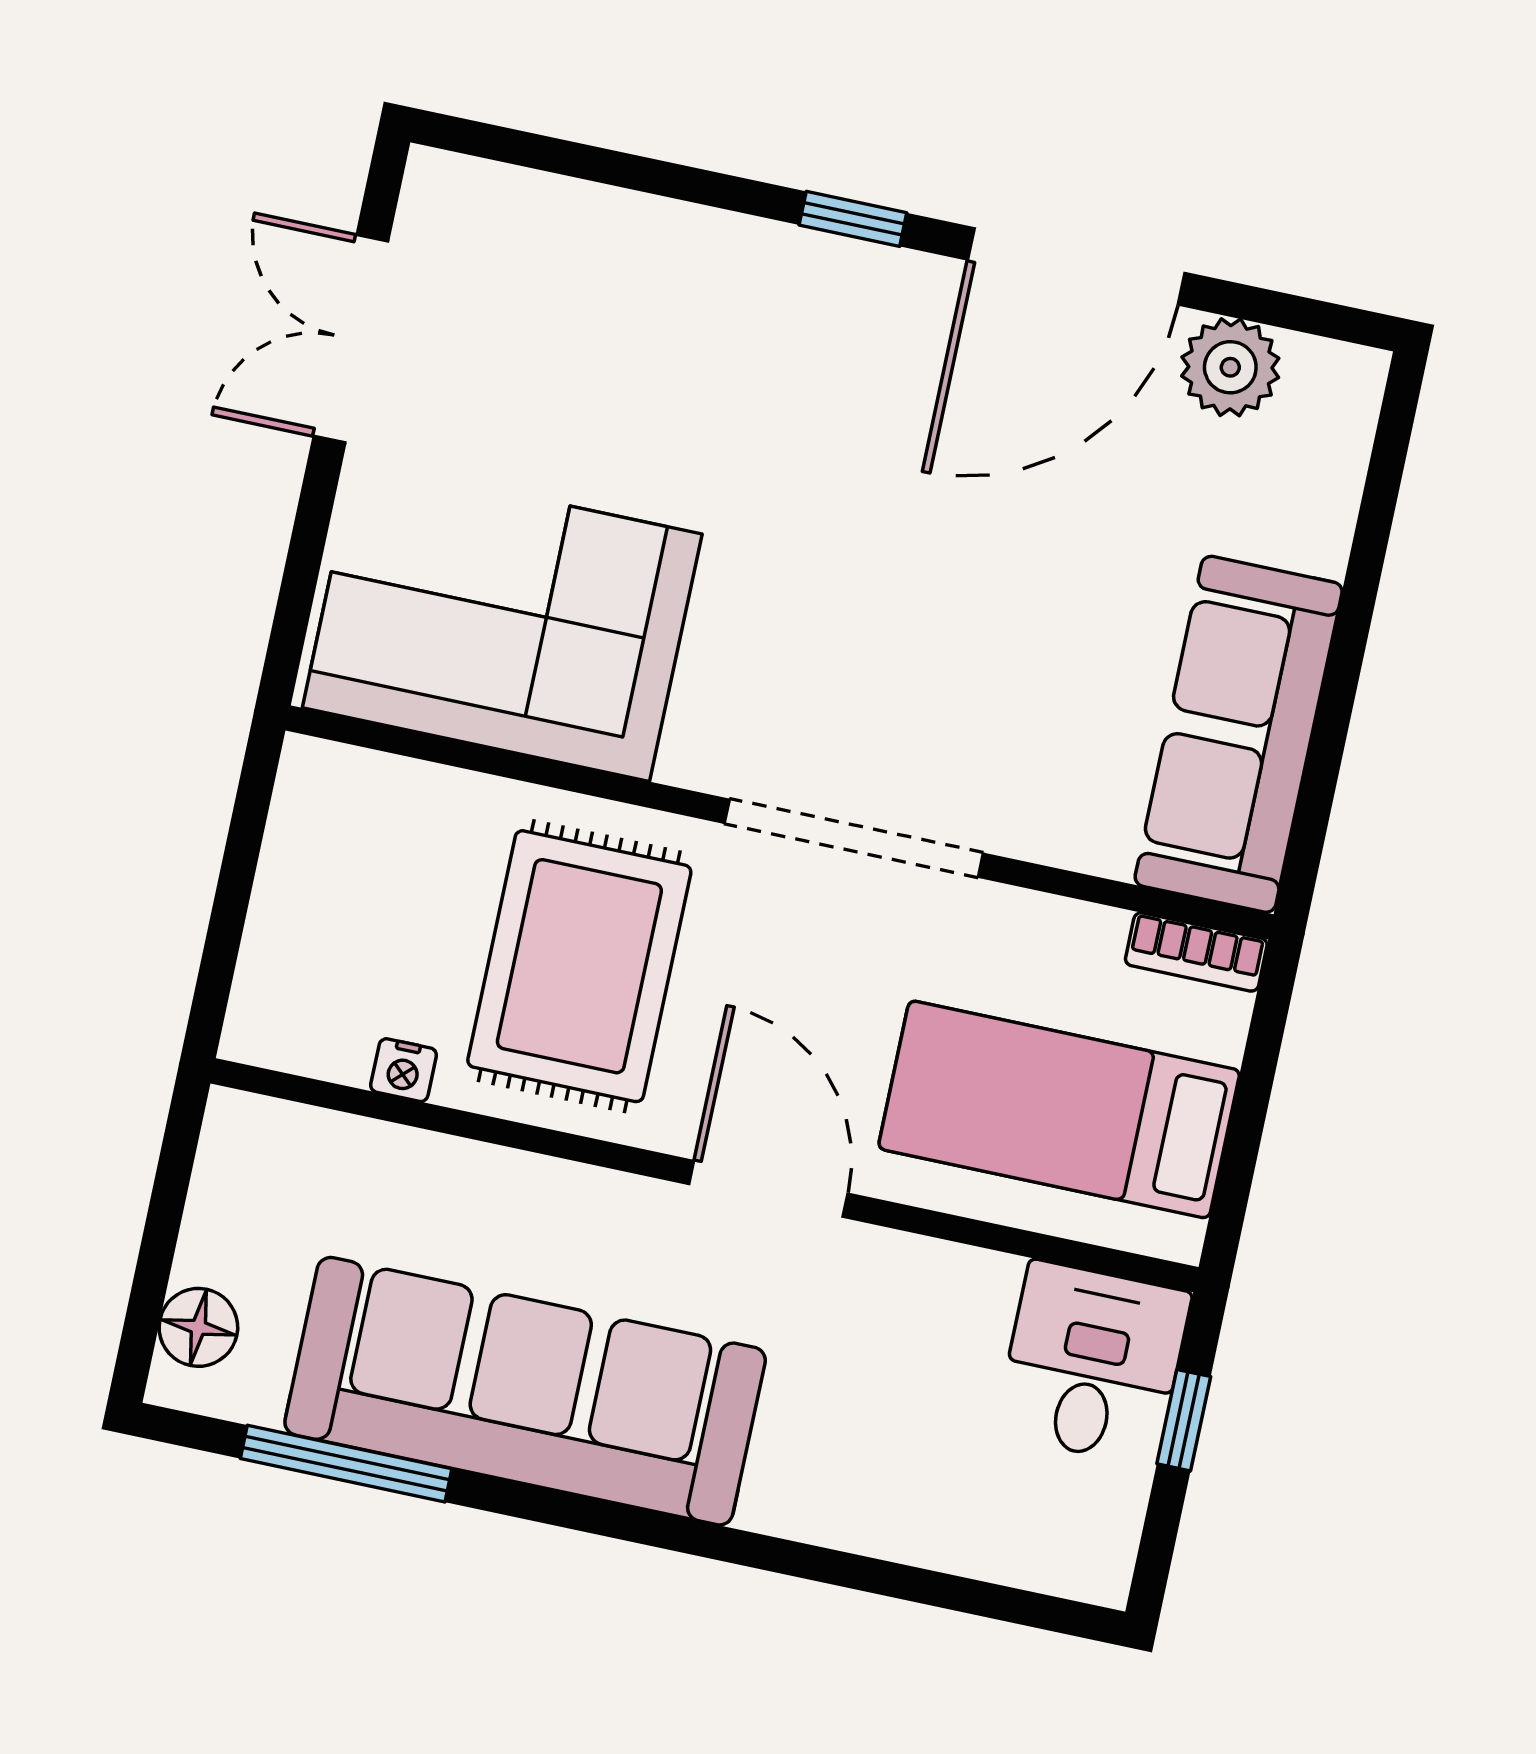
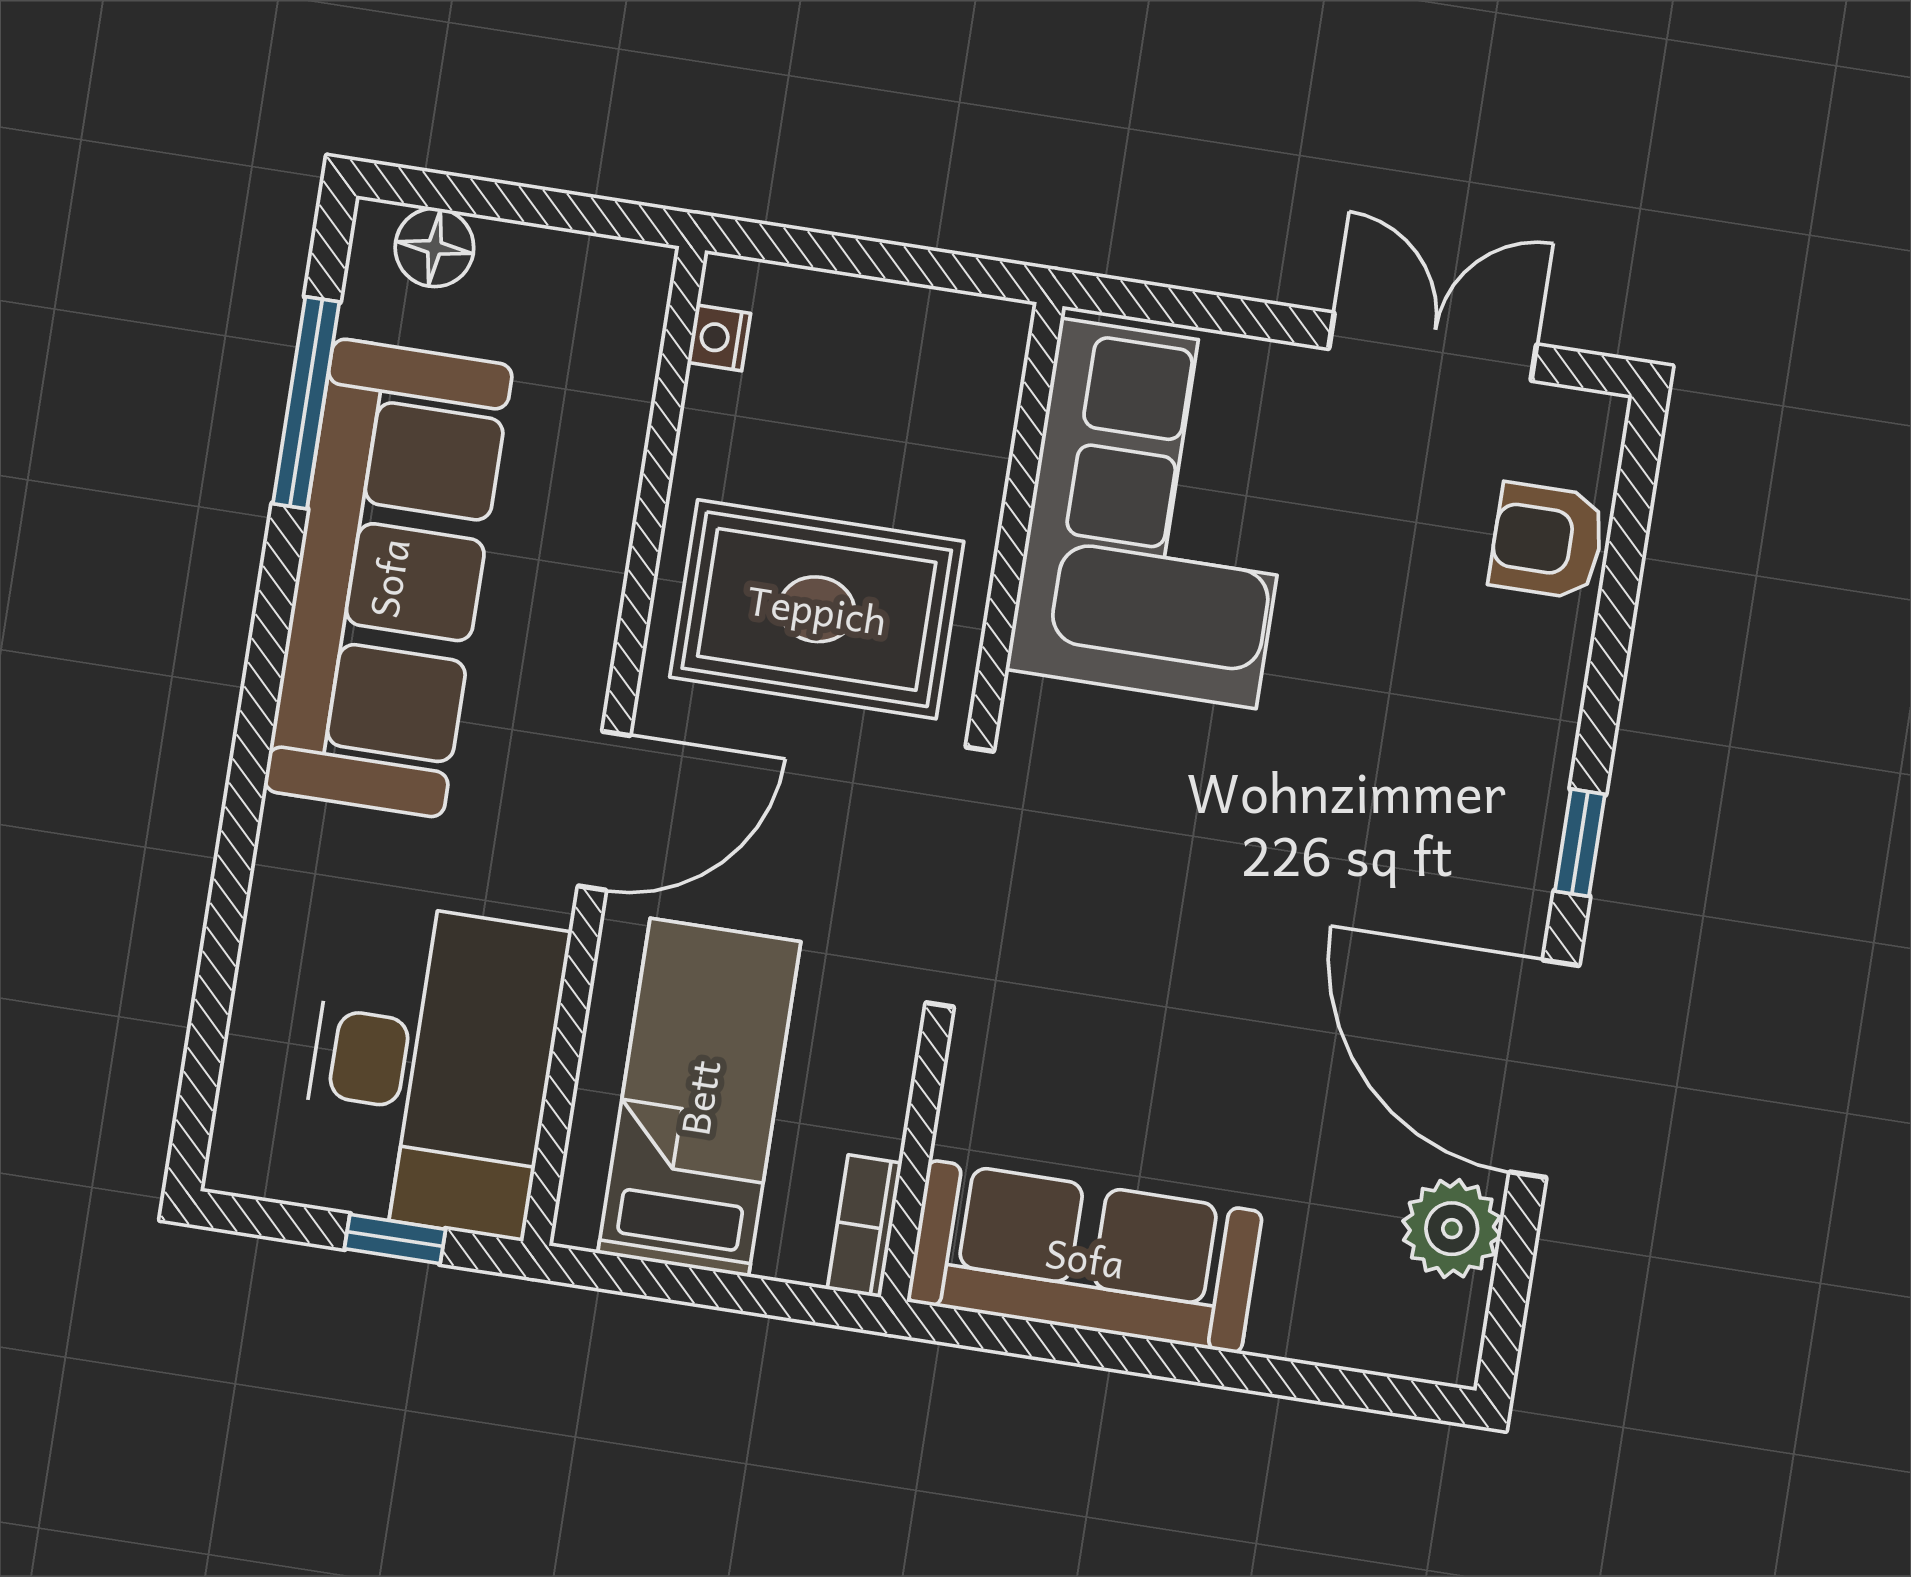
armchair: (551, 235) -> (1547, 541), added
nightstand: (404, 1070) -> (719, 338), moved
desk: (1093, 1363) -> (432, 1069), width x1.87, depth x1.30

